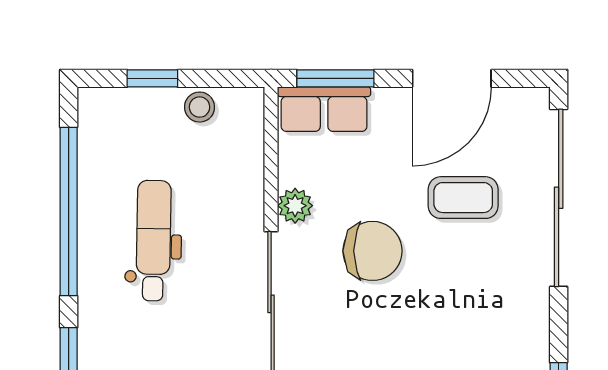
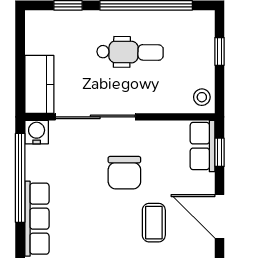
window: (335, 78) -> (219, 152), width x0.67
stool: (200, 107) -> (202, 97), moved
plant: (295, 206) -> (149, 130), removed

